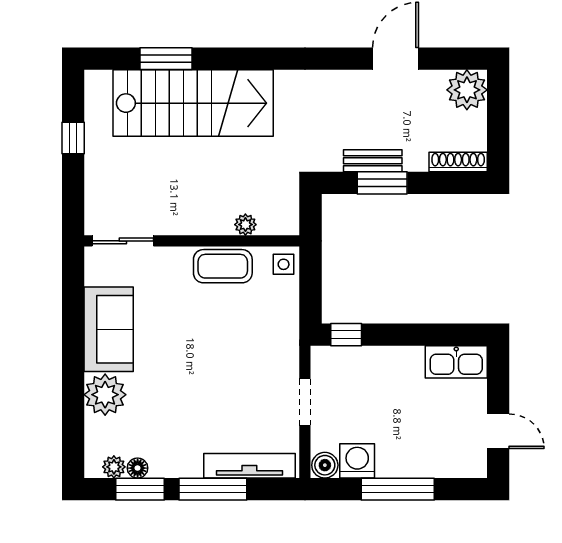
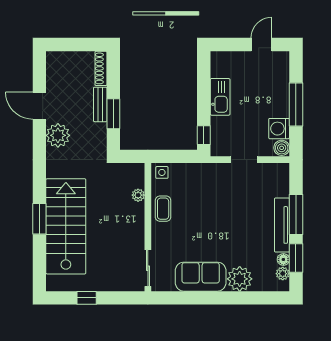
window: (166, 59) -> (39, 219), moved
plant: (467, 90) -> (58, 135), moved
bench: (373, 161) -> (100, 104), moved
coffee table: (223, 266) -> (163, 209), width x0.73, depth x0.77
kitchen sink: (456, 362) -> (220, 97), moved
tv unit: (249, 466) -> (282, 225), moved

